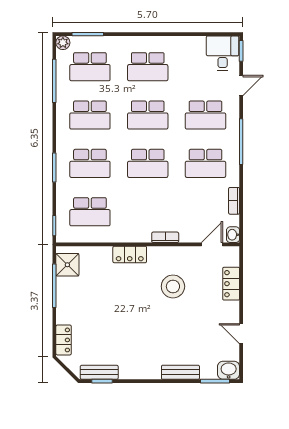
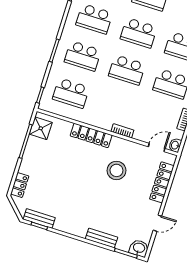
locker: (130, 254) -> (91, 135), width x1.53
locker: (231, 284) -> (162, 182), width x1.53
door: (241, 334) -> (157, 223), swing flipped

